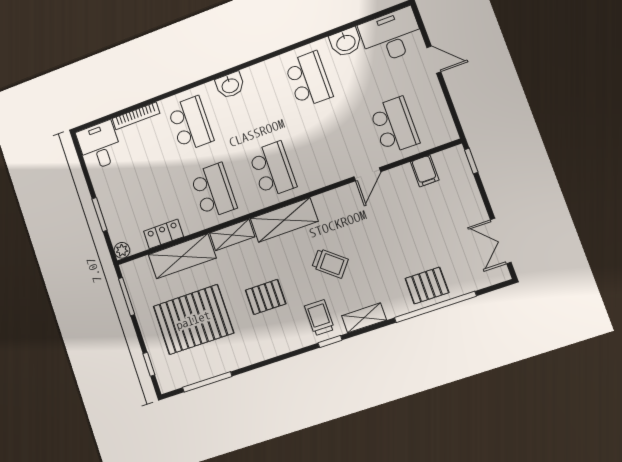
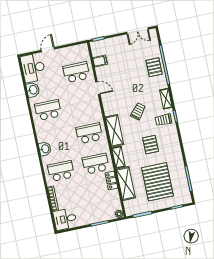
locker: (164, 234) -> (111, 181), moved

